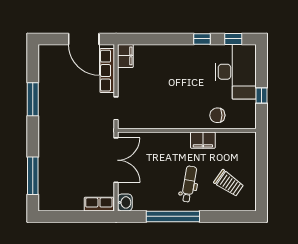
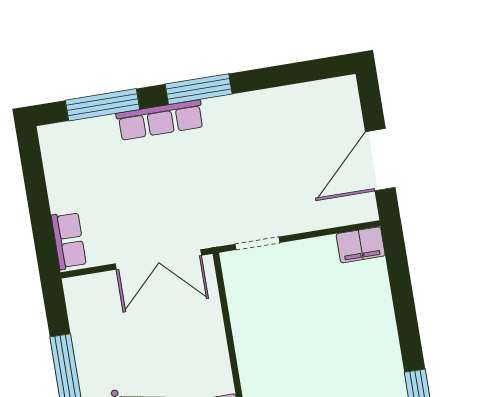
row of seats: (107, 71) -> (160, 120), moved, turned 180
window: (33, 99) -> (199, 89), moved
washbasin: (125, 202) -> (80, 290), removed

